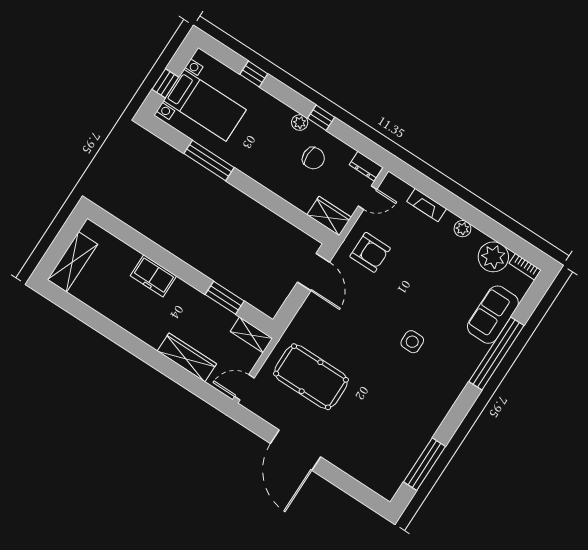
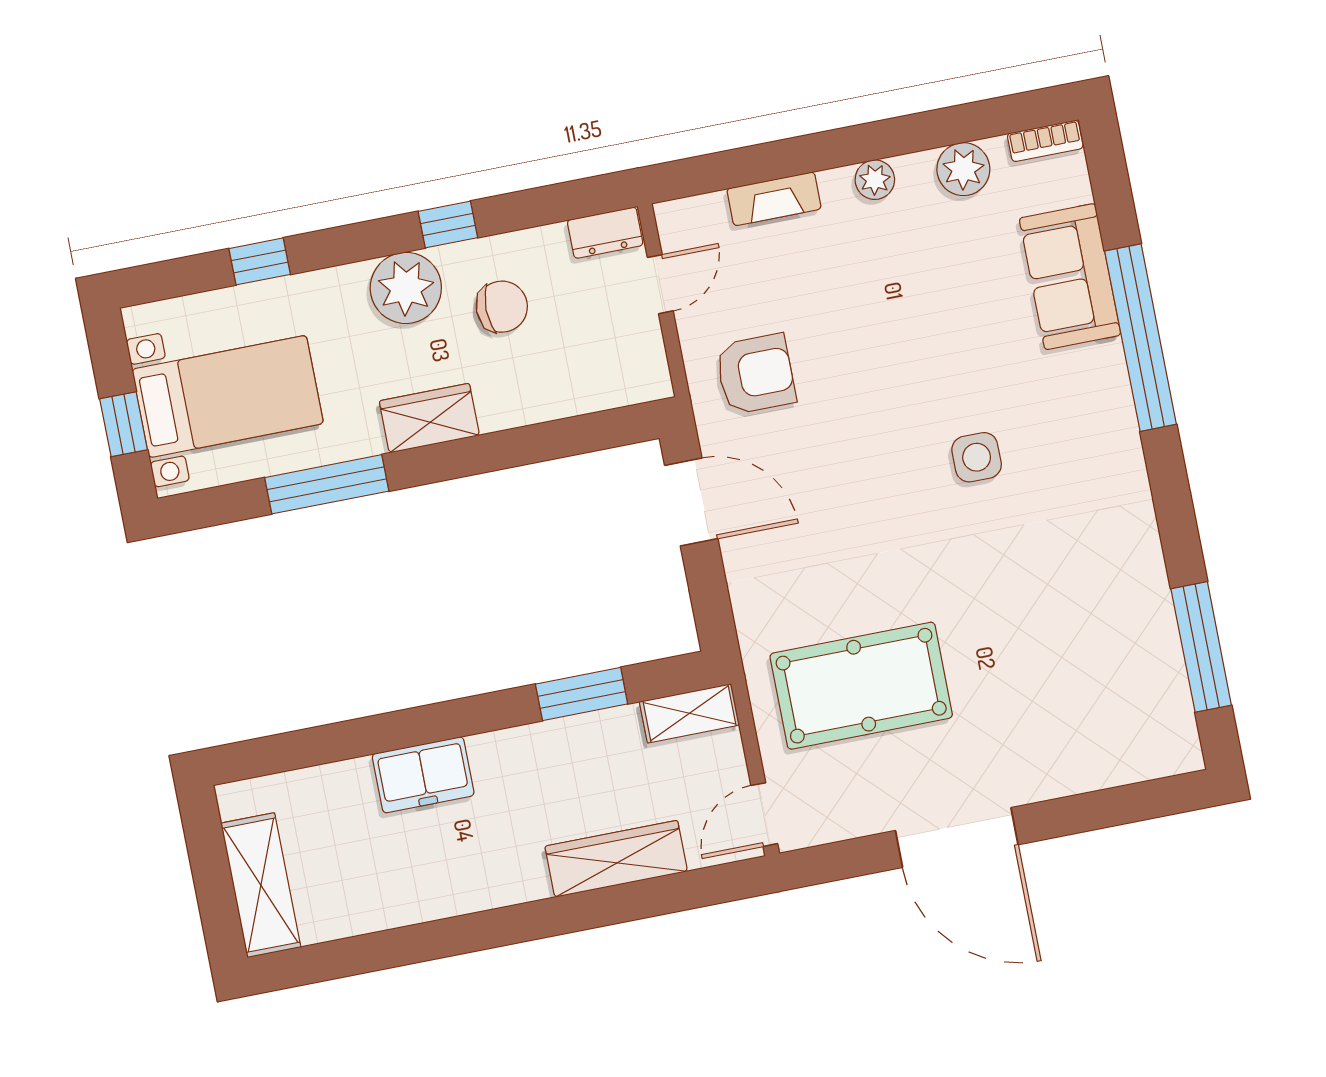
plant: (300, 123) -> (406, 288), width x1.88, depth x1.88
wardrobe: (329, 216) -> (429, 418), moved
plant: (493, 257) -> (963, 169), width x0.73, depth x0.73

